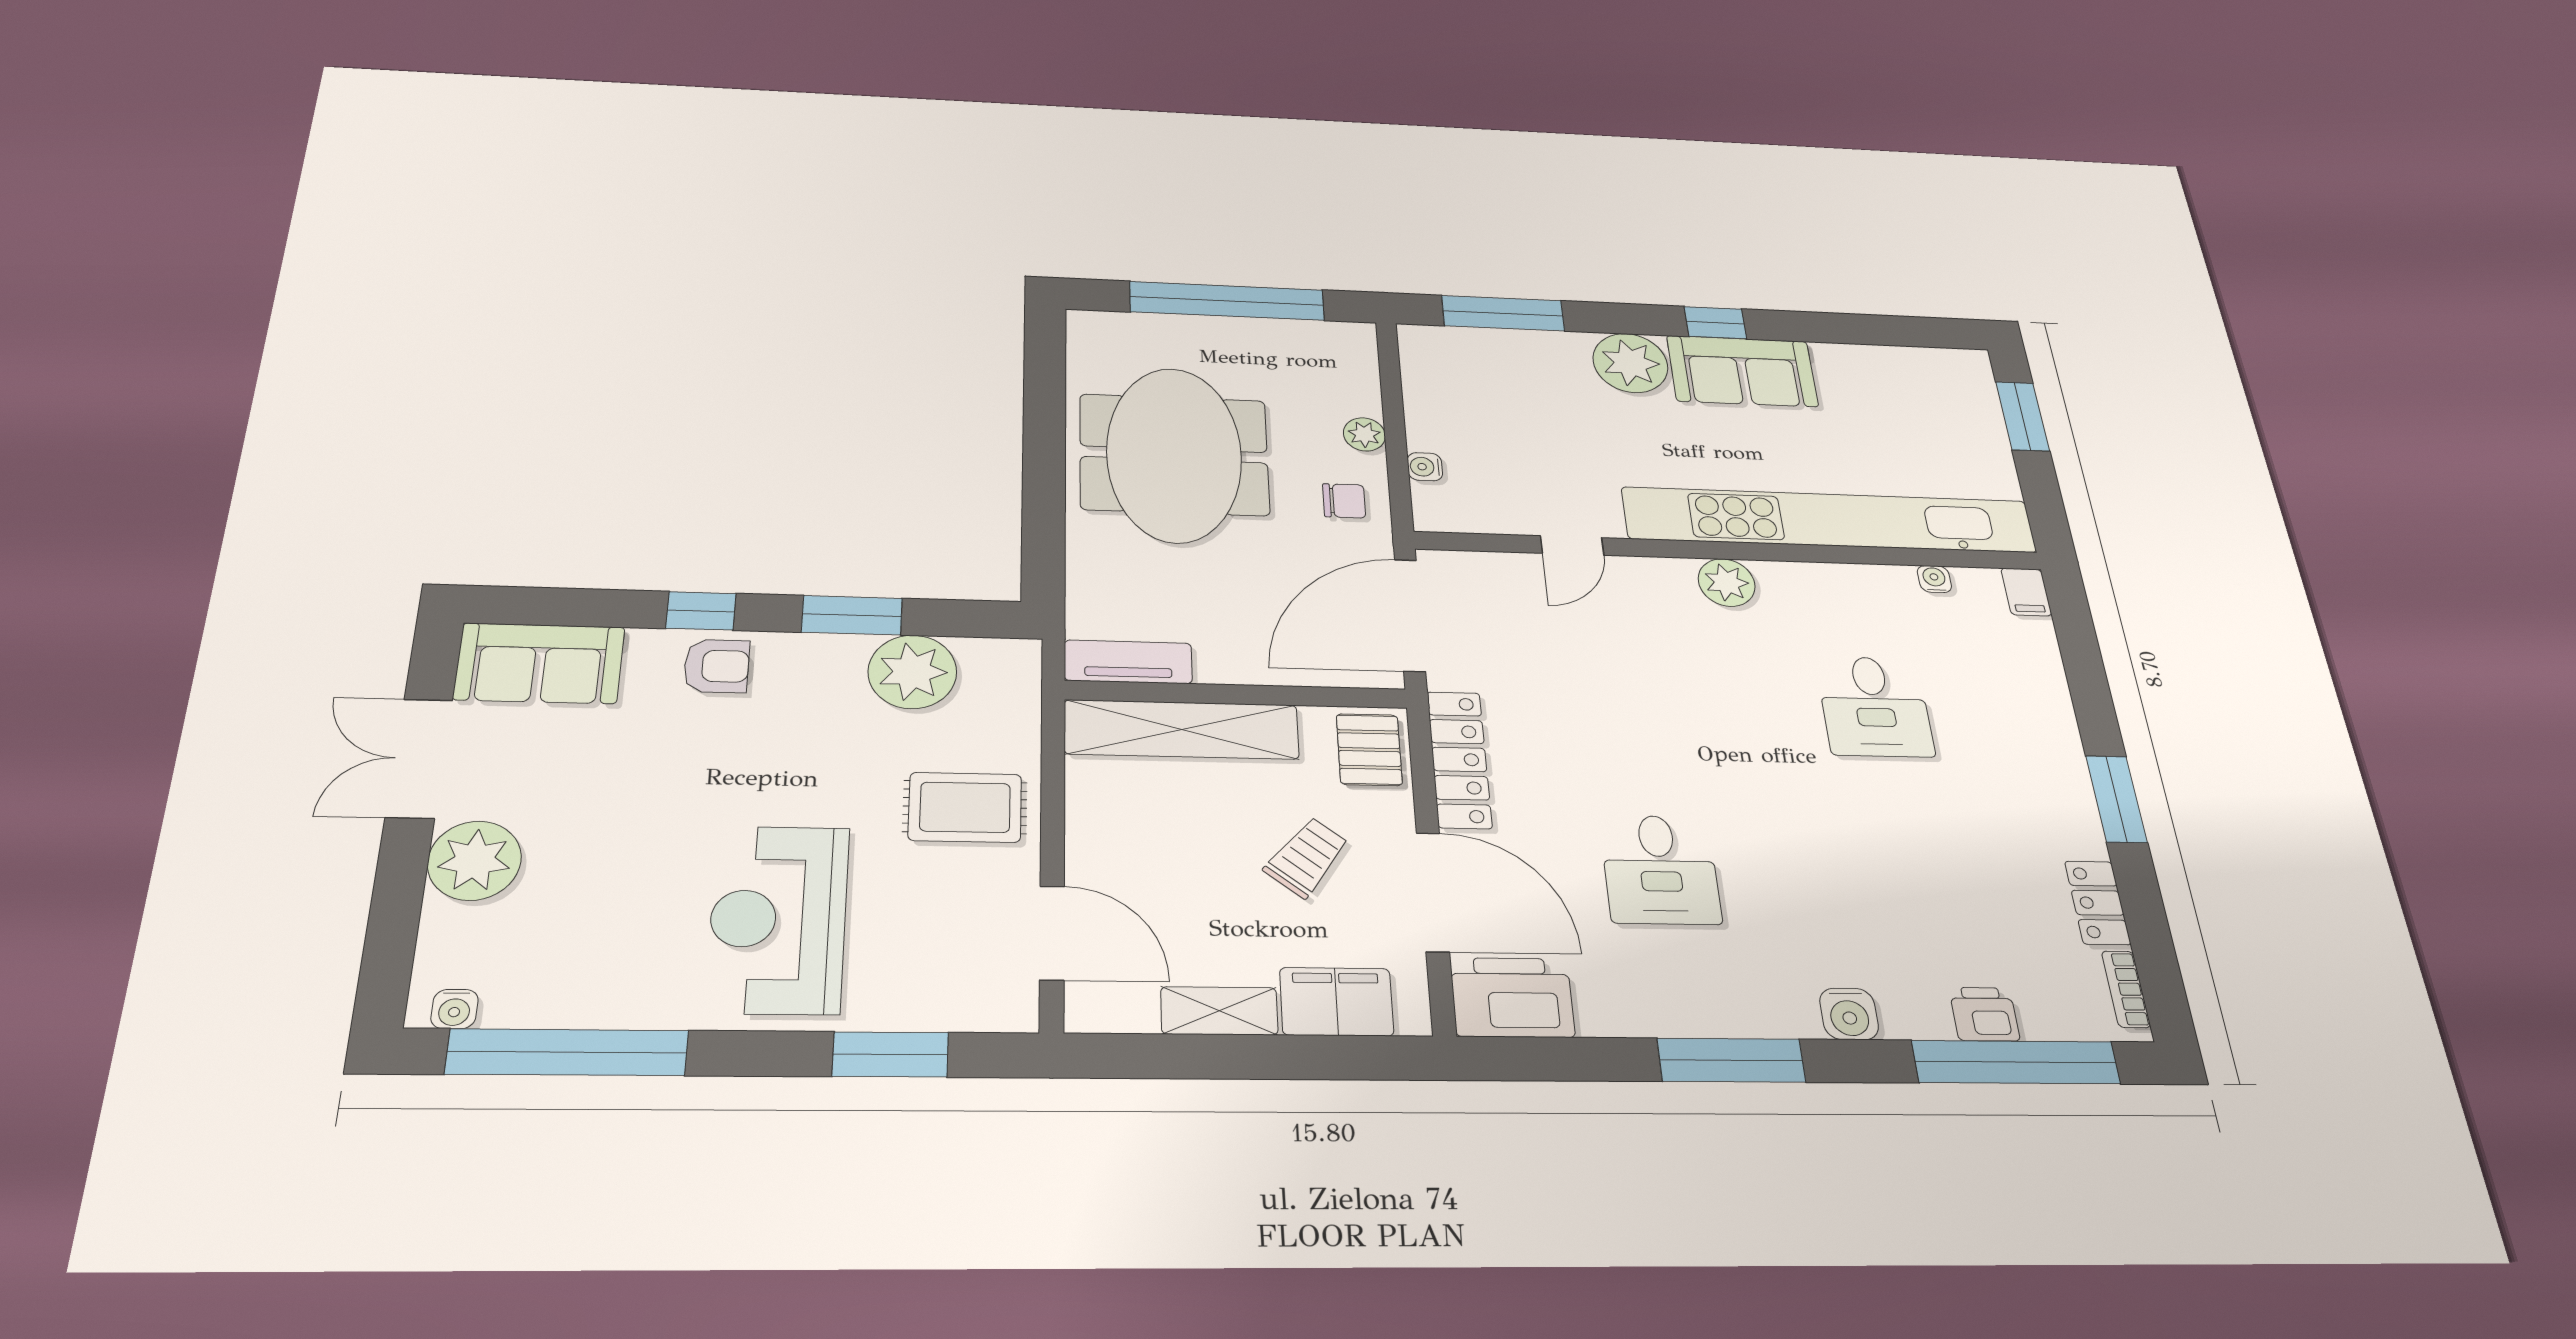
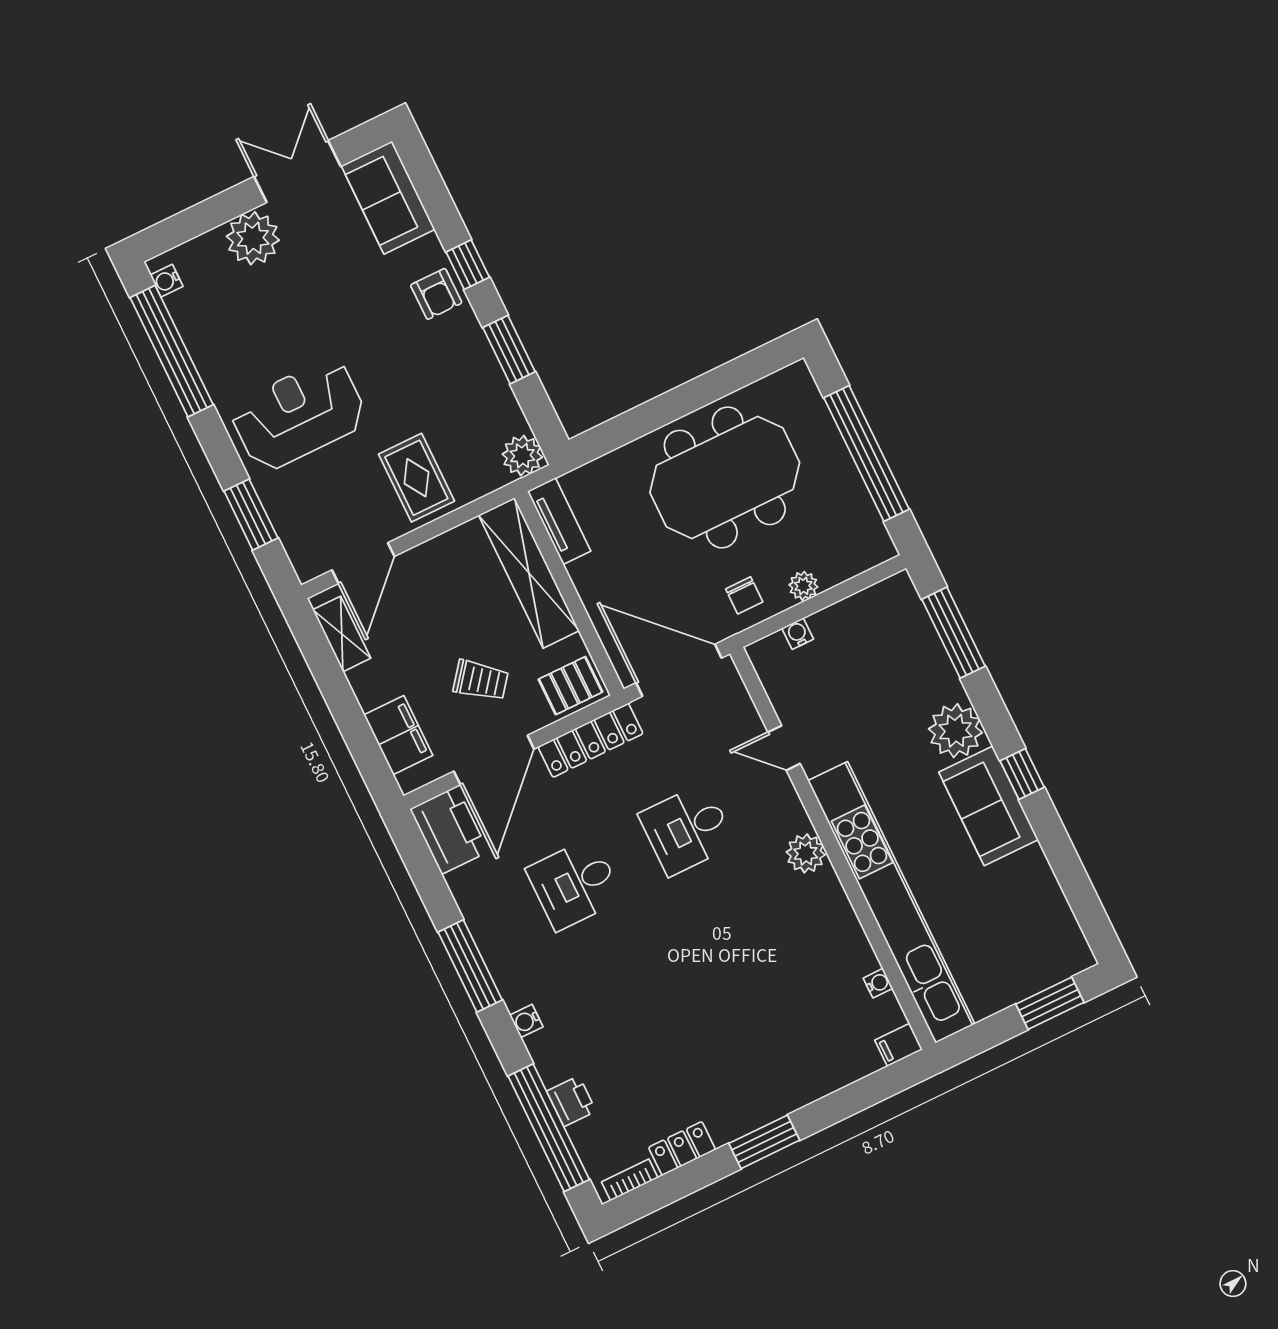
plant: (912, 672) -> (522, 456), moved, width x0.73, depth x0.73
desk: (1874, 706) -> (687, 829), moved
shelving: (1219, 1011) -> (342, 634), moved
water cooler: (1849, 1014) -> (526, 1021), width x0.72, depth x0.72

